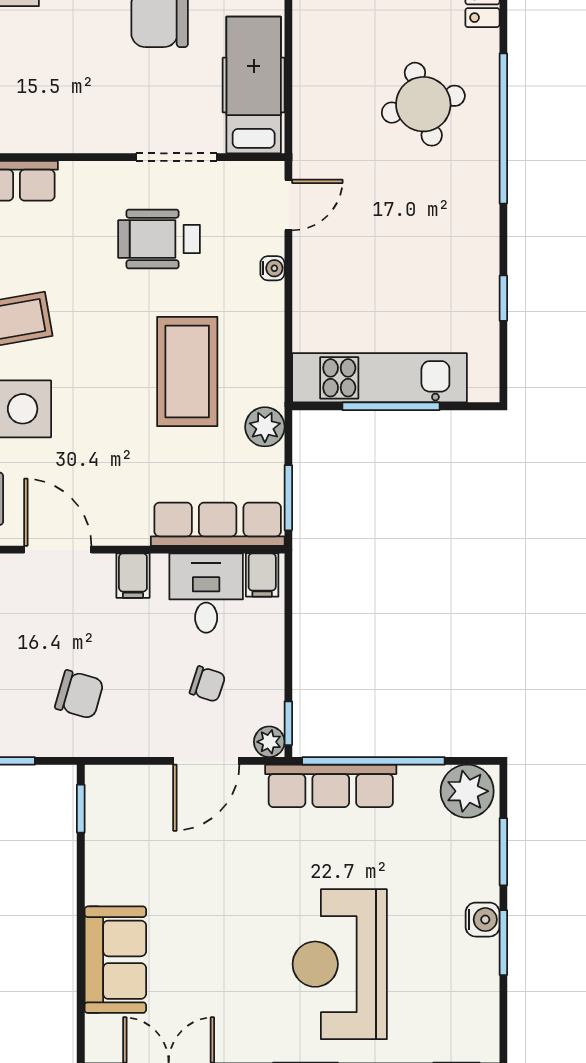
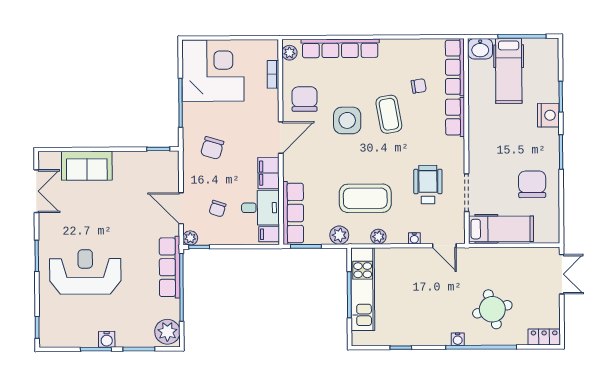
water cooler: (486, 178) -> (458, 339), added
plant: (269, 344) -> (378, 237), added
filing cabinet: (133, 576) -> (269, 173), width x2.00

